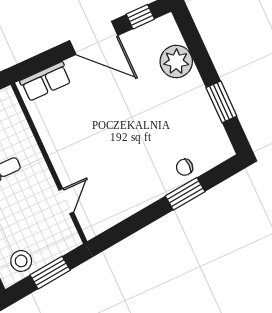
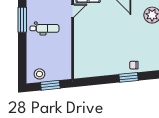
door: (66, 201) -> (73, 11), moved

